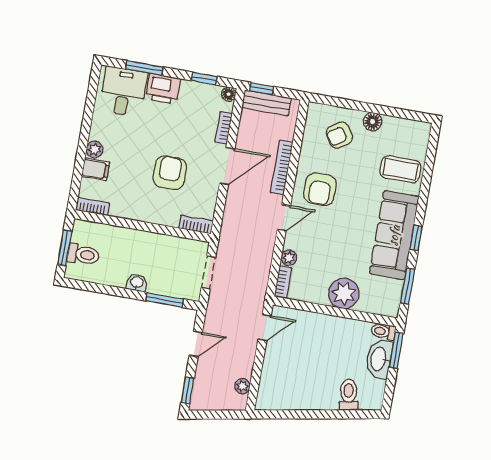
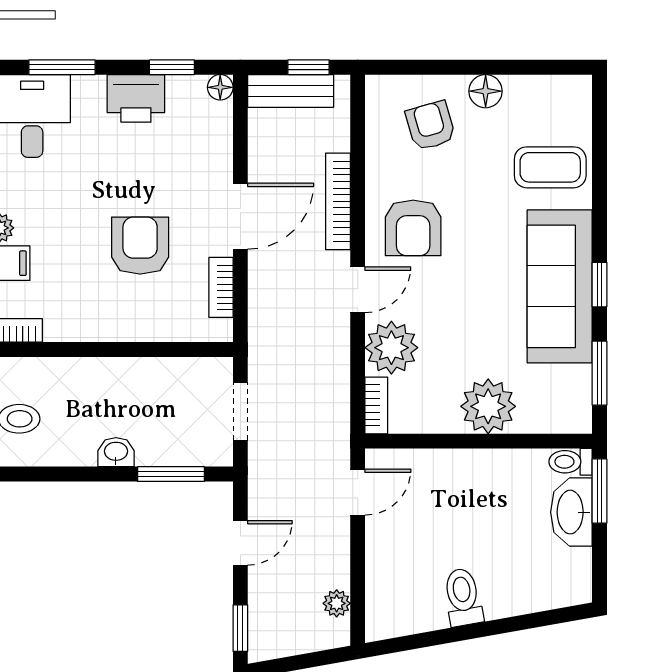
printer: (163, 89) -> (136, 98), moved
window: (262, 89) -> (309, 67), moved
bookcase: (224, 128) -> (222, 149), removed
armchair: (339, 135) -> (431, 126), turned 107
bookcase: (196, 225) -> (221, 287), moved, turned -90
plant: (289, 258) -> (391, 348), width x1.88, depth x1.88
toilet: (349, 395) -> (463, 597), moved

